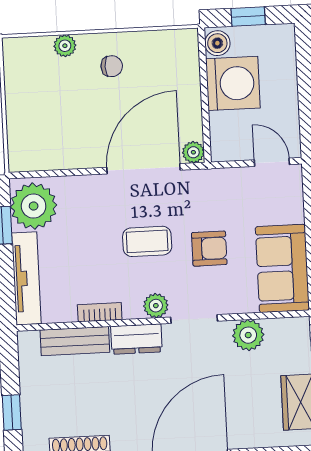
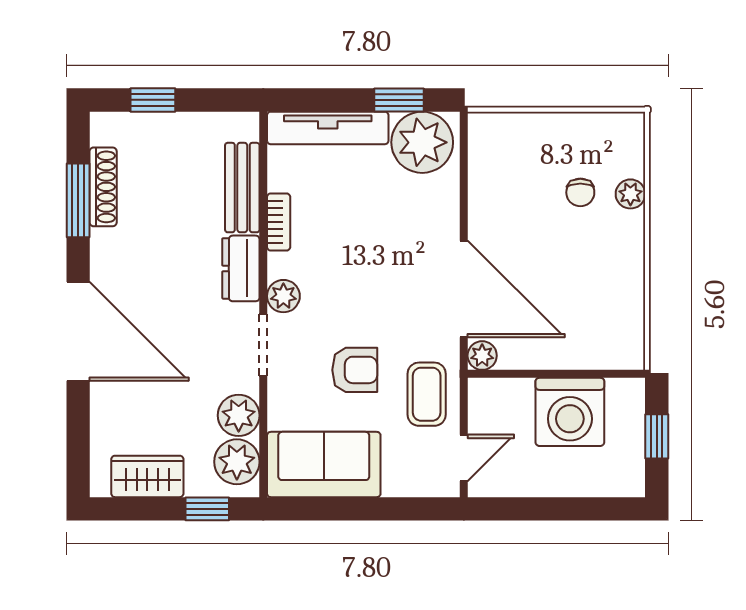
boiler: (217, 43) -> (624, 394), removed
chair: (112, 66) -> (580, 192), moved
coffee table: (147, 241) -> (427, 394), moved
armchair: (209, 249) -> (355, 370), turned -90
plant: (284, 335) -> (237, 462), added

